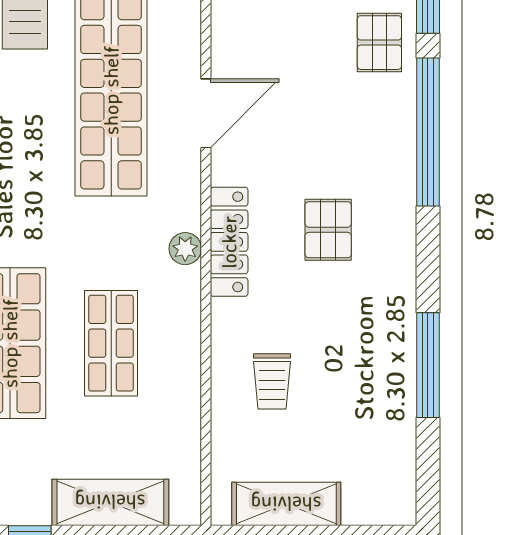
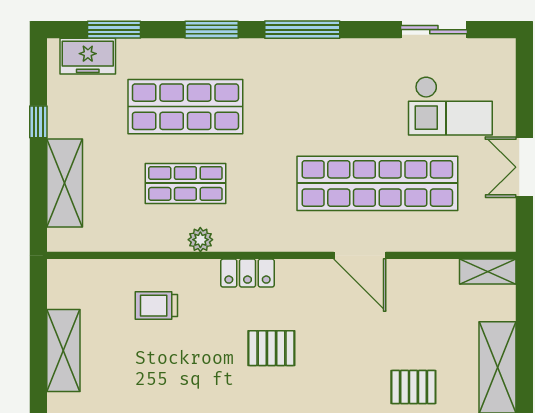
locker: (229, 242) -> (248, 273), width x0.66
plant: (185, 249) -> (200, 240), moved
shelving: (286, 504) -> (63, 351), moved

